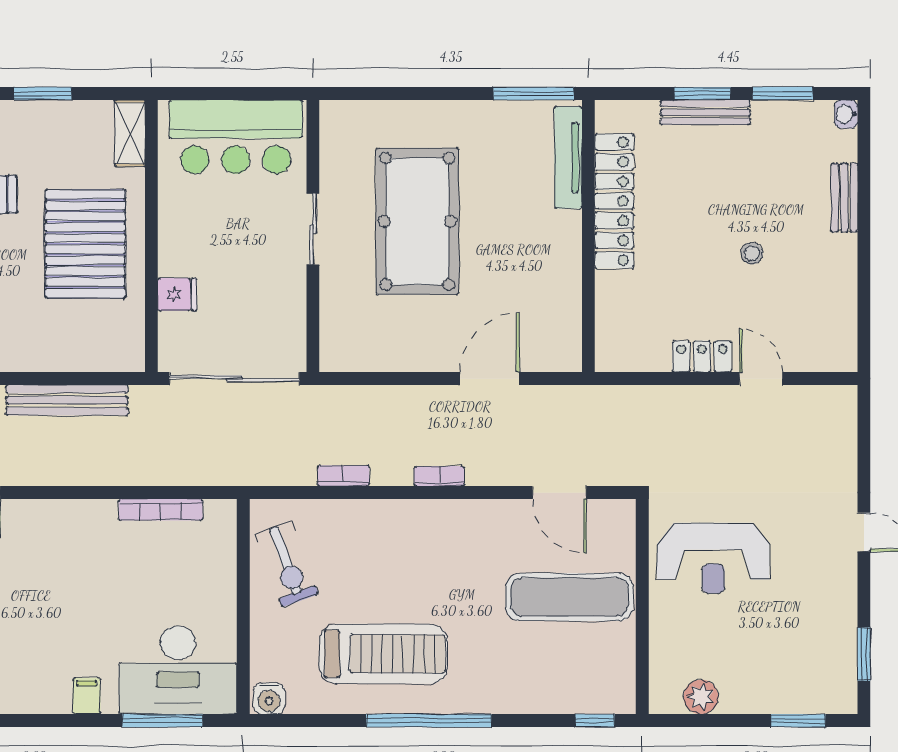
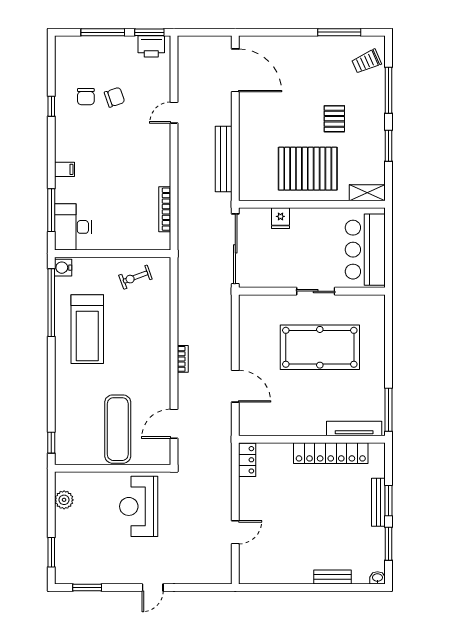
stool: (752, 253) -> (303, 527), removed
locker: (702, 356) -> (247, 460), moved
bookcase: (343, 476) -> (183, 308), removed
exercise bike: (287, 564) -> (135, 277), width x0.73, depth x0.72
desk: (178, 670) -> (73, 227), width x0.73, depth x0.77
window: (429, 721) -> (51, 303), moved

